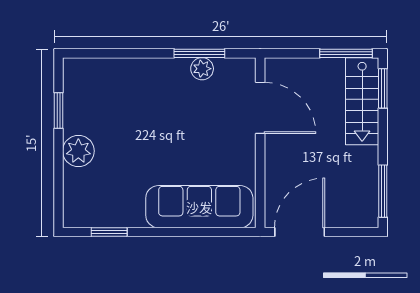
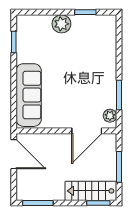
window: (346, 53) -> (119, 167), moved
plant: (202, 69) -> (110, 116), moved

